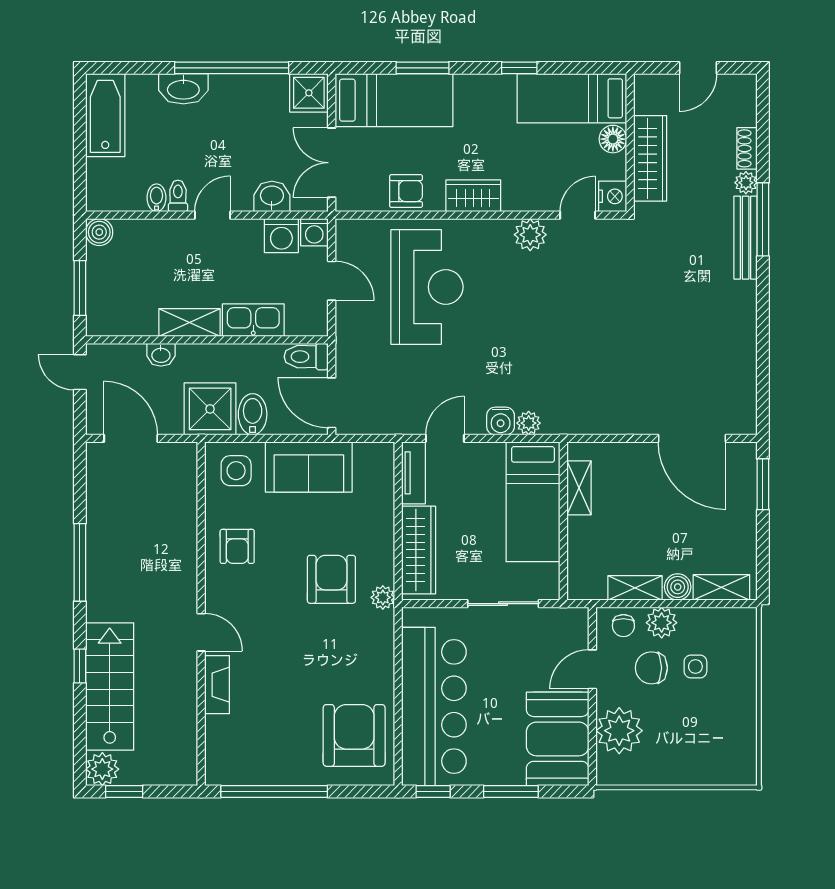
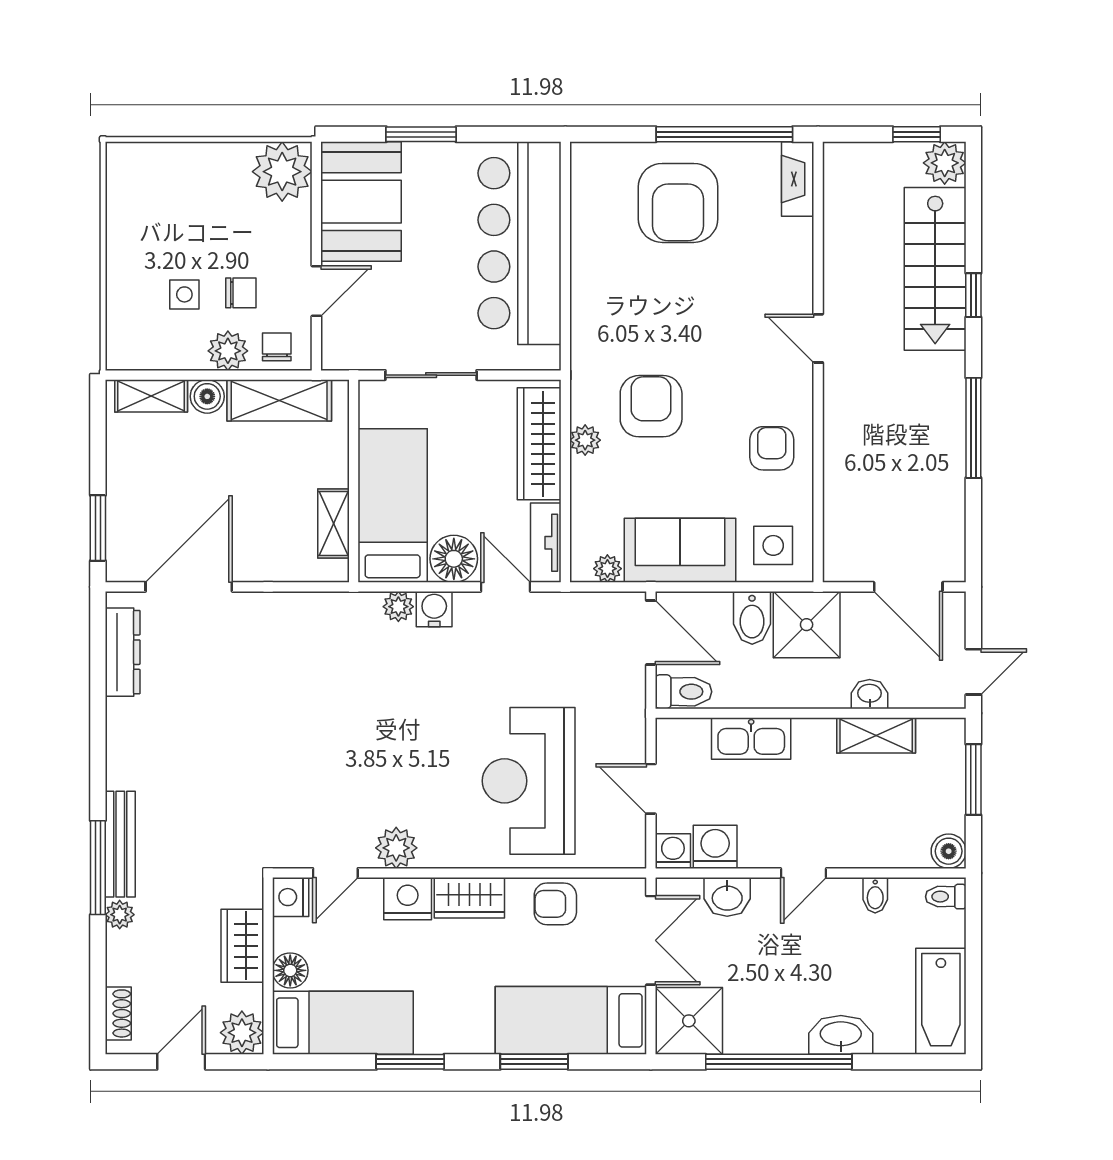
window: (519, 68) -> (410, 1062), width x1.50
plant: (651, 91) -> (242, 1033), added
shower: (309, 93) -> (689, 1021), width x1.36, depth x1.36
shoe rack: (747, 148) -> (118, 1013), moved
wardrobe: (650, 158) -> (242, 946), width x0.67
nightstand: (521, 195) -> (408, 899), added
toilet: (178, 196) -> (946, 897), moved, turned 90
shelving: (189, 323) -> (876, 735), moved
door: (80, 372) -> (973, 672), hinge flipped
dresser: (744, 387) -> (123, 652), added
door: (445, 438) -> (506, 587), swing flipped
door: (692, 438) -> (189, 587), hinge flipped
plant: (365, 453) -> (607, 569), added
floor lamp: (485, 460) -> (454, 559), added
armchair: (331, 579) -> (651, 406), turned 180
shelving: (635, 588) -> (279, 400), width x1.50, depth x1.33
plant: (383, 597) -> (585, 440), moved
chair: (651, 668) -> (241, 293), width x0.73, depth x0.73
fireplace: (217, 685) -> (798, 179), moved
plant: (619, 731) -> (282, 172), moved
armchair: (354, 735) -> (678, 203), moved
window: (433, 791) -> (521, 134), removed

